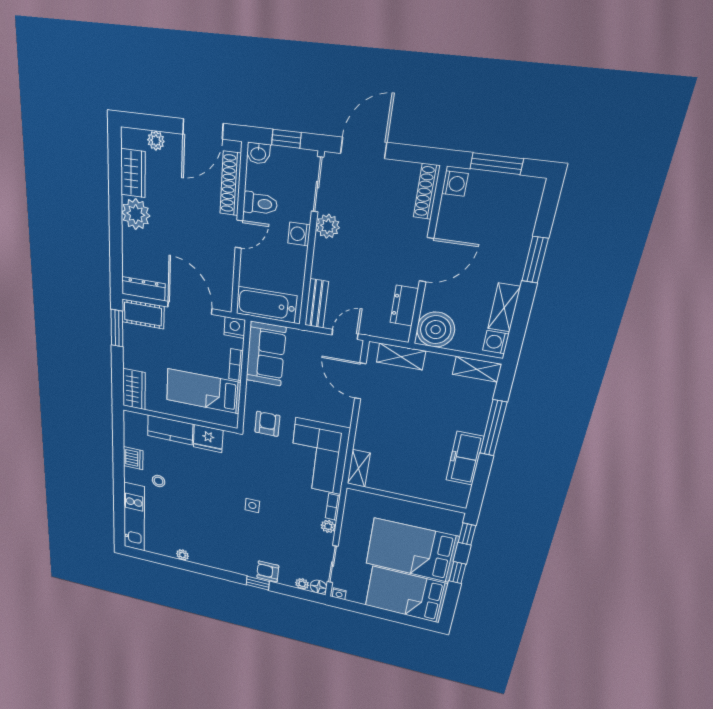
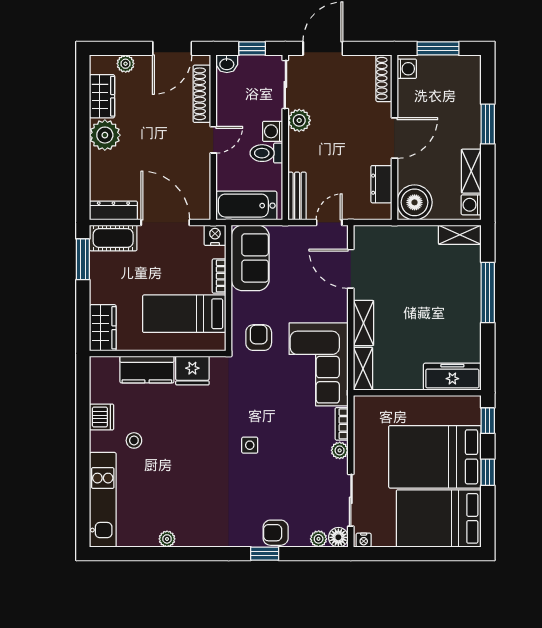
toilet: (260, 204) -> (266, 153), moved, turned 180
shelving: (401, 357) -> (364, 323), moved, turned 90
freezer: (465, 458) -> (452, 377), moved, turned 90

